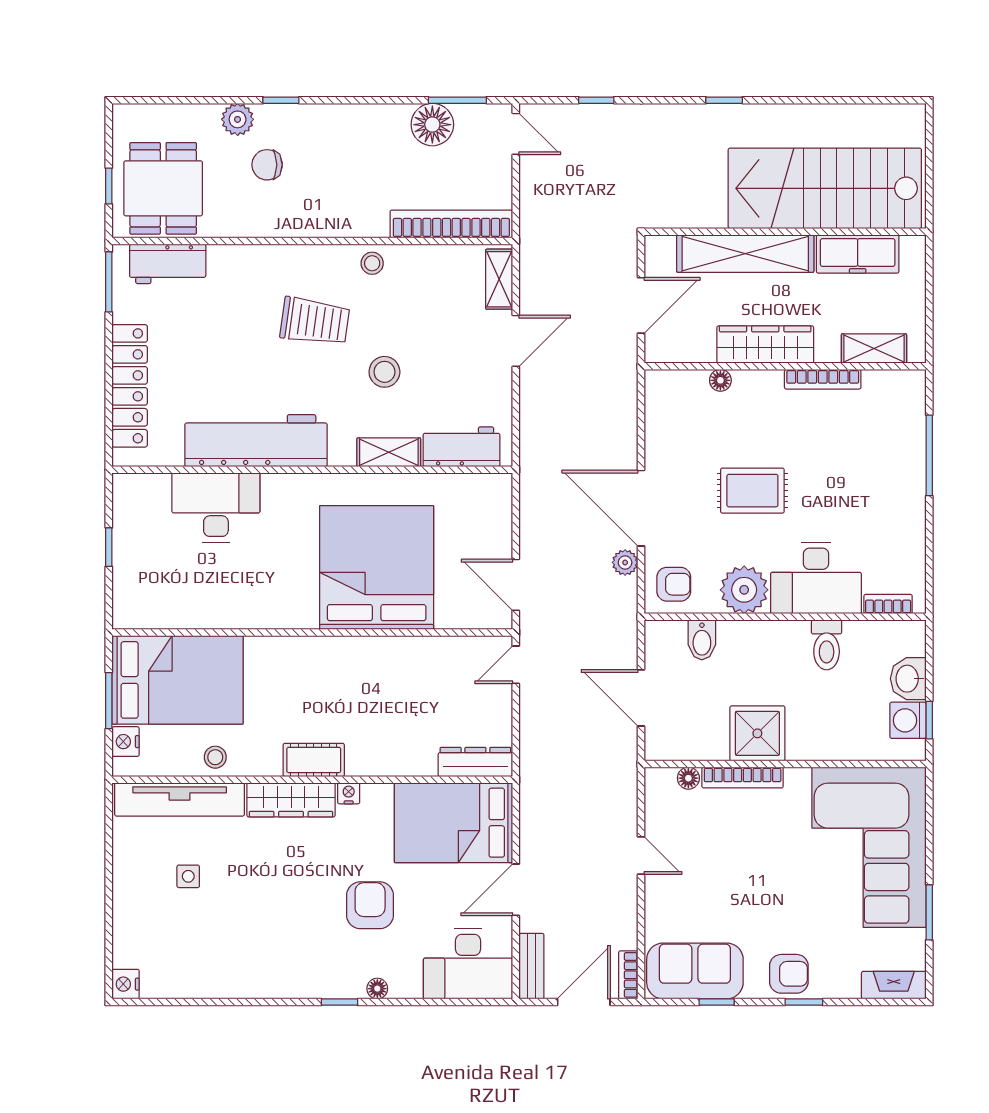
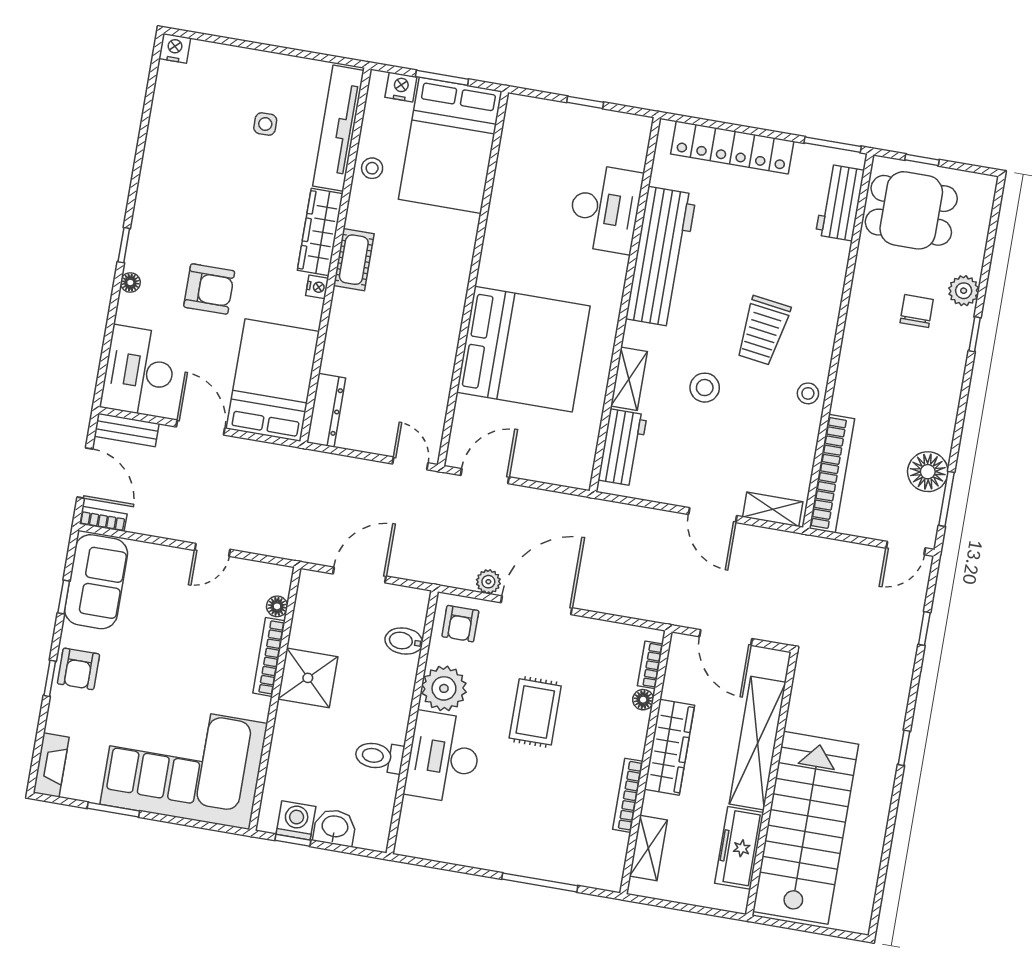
bookcase: (888, 604) -> (650, 665), moved, turned 180

